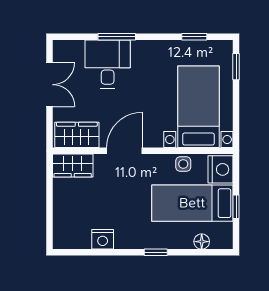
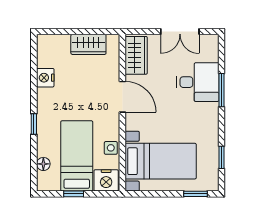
wardrobe: (73, 166) -> (88, 44), moved, turned -90

